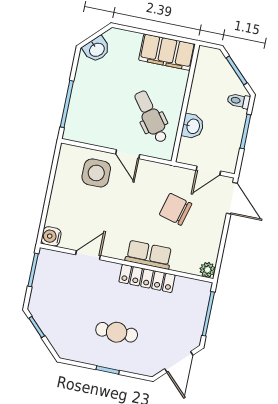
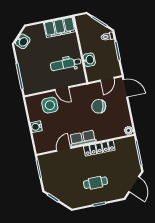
dental chair: (151, 117) -> (66, 64), turned -53
water cooler: (51, 236) -> (36, 127), moved
row of seats: (149, 255) -> (83, 138), moved

